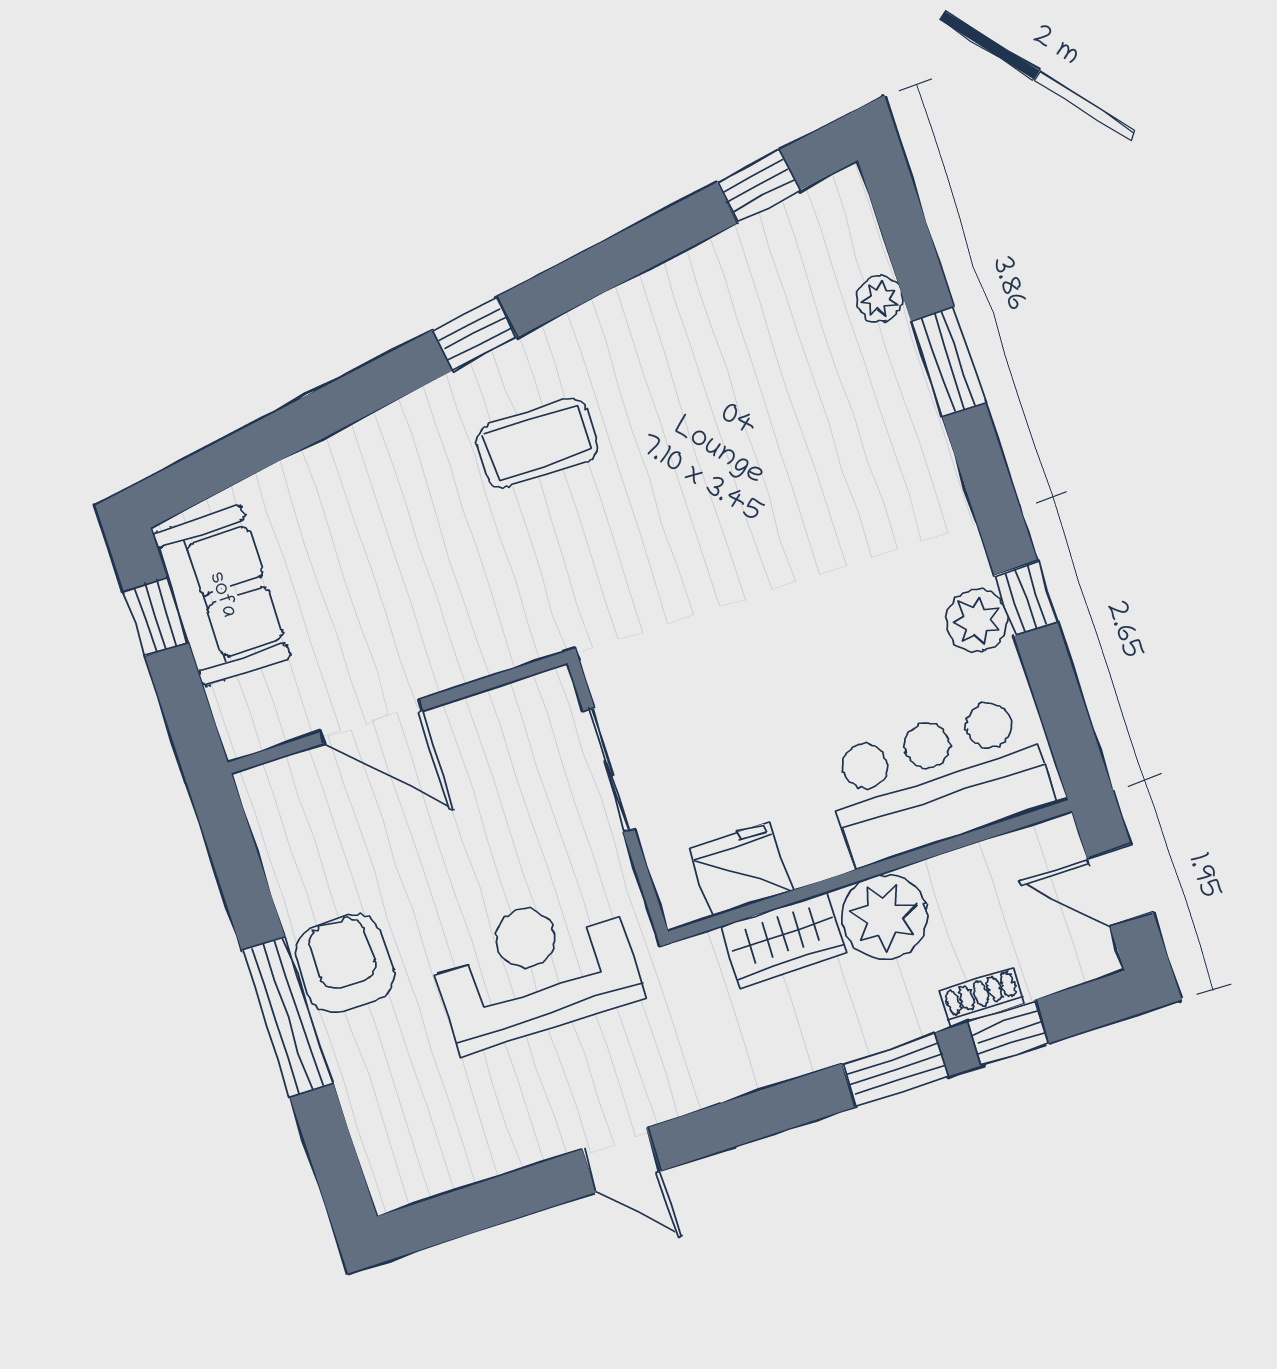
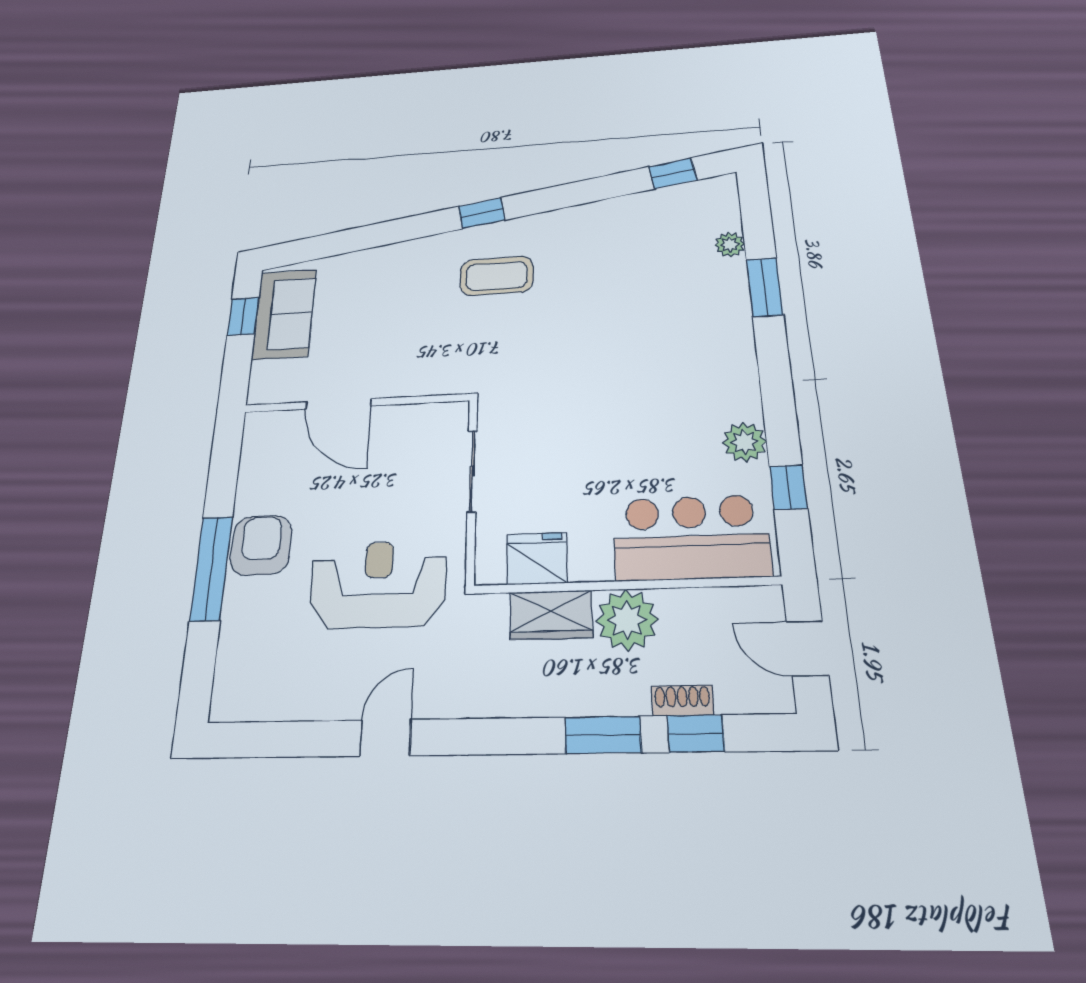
window: (1026, 599) -> (788, 487), moved
door: (621, 1160) -> (385, 738), swing flipped

